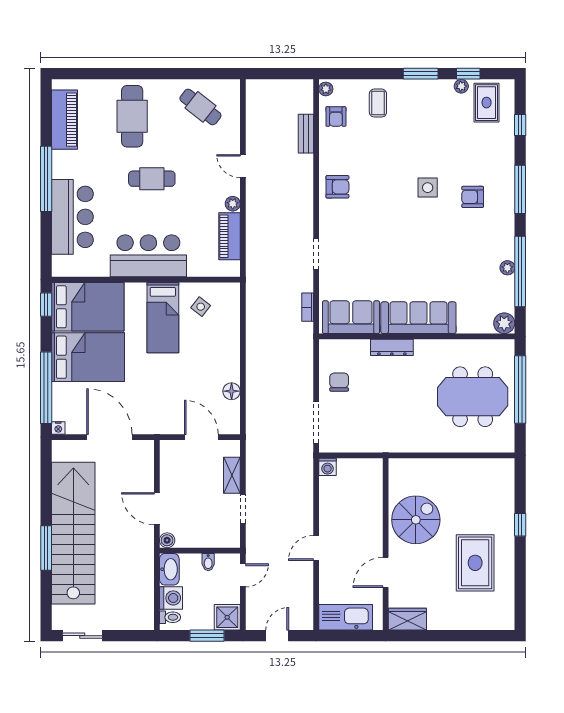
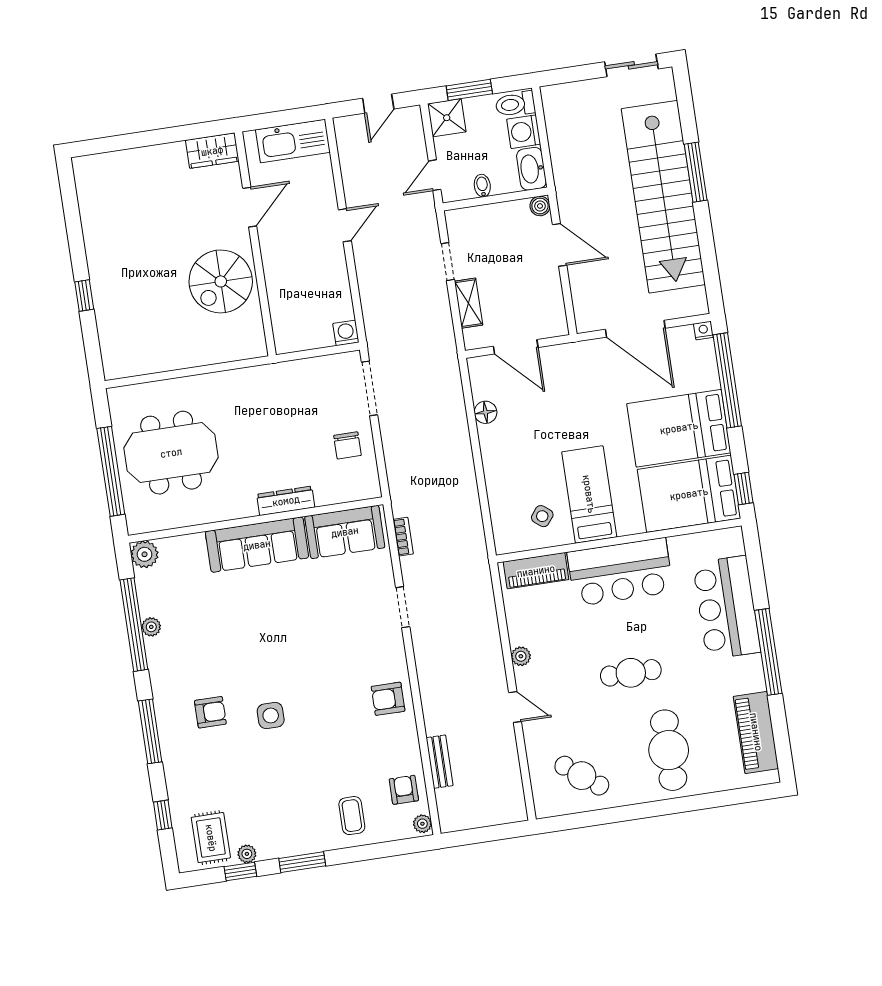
piano: (230, 236) -> (536, 571), moved, turned 90
rug: (475, 563) -> (135, 237), removed
toilet: (170, 617) -> (515, 104), width x1.37, depth x1.39

